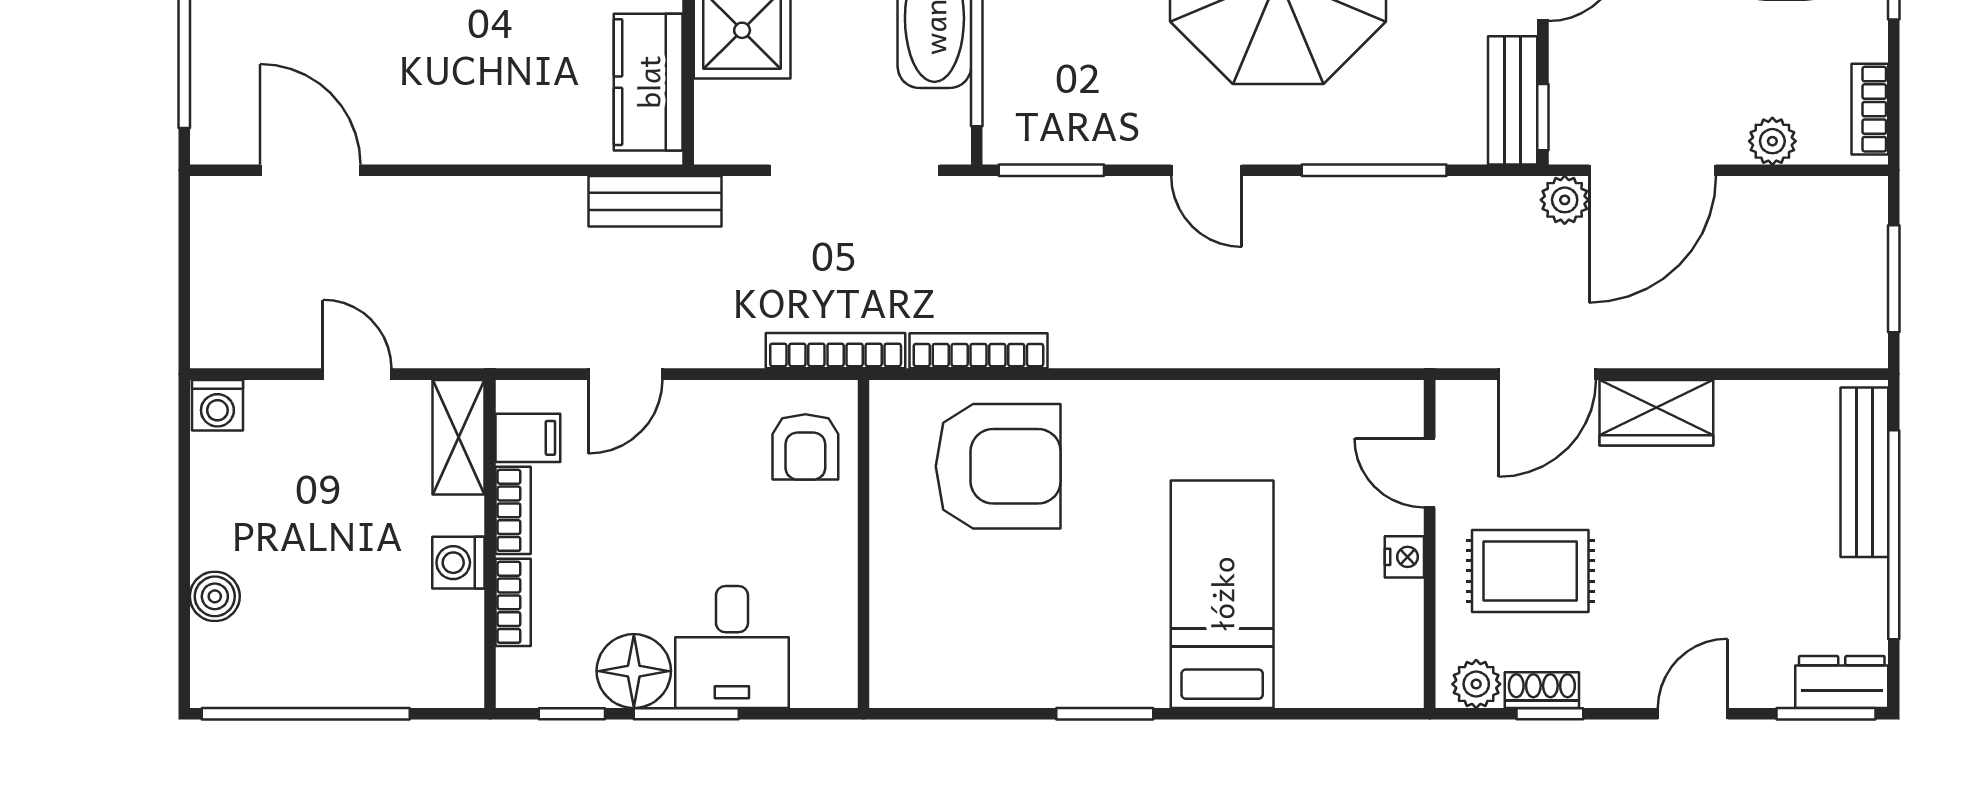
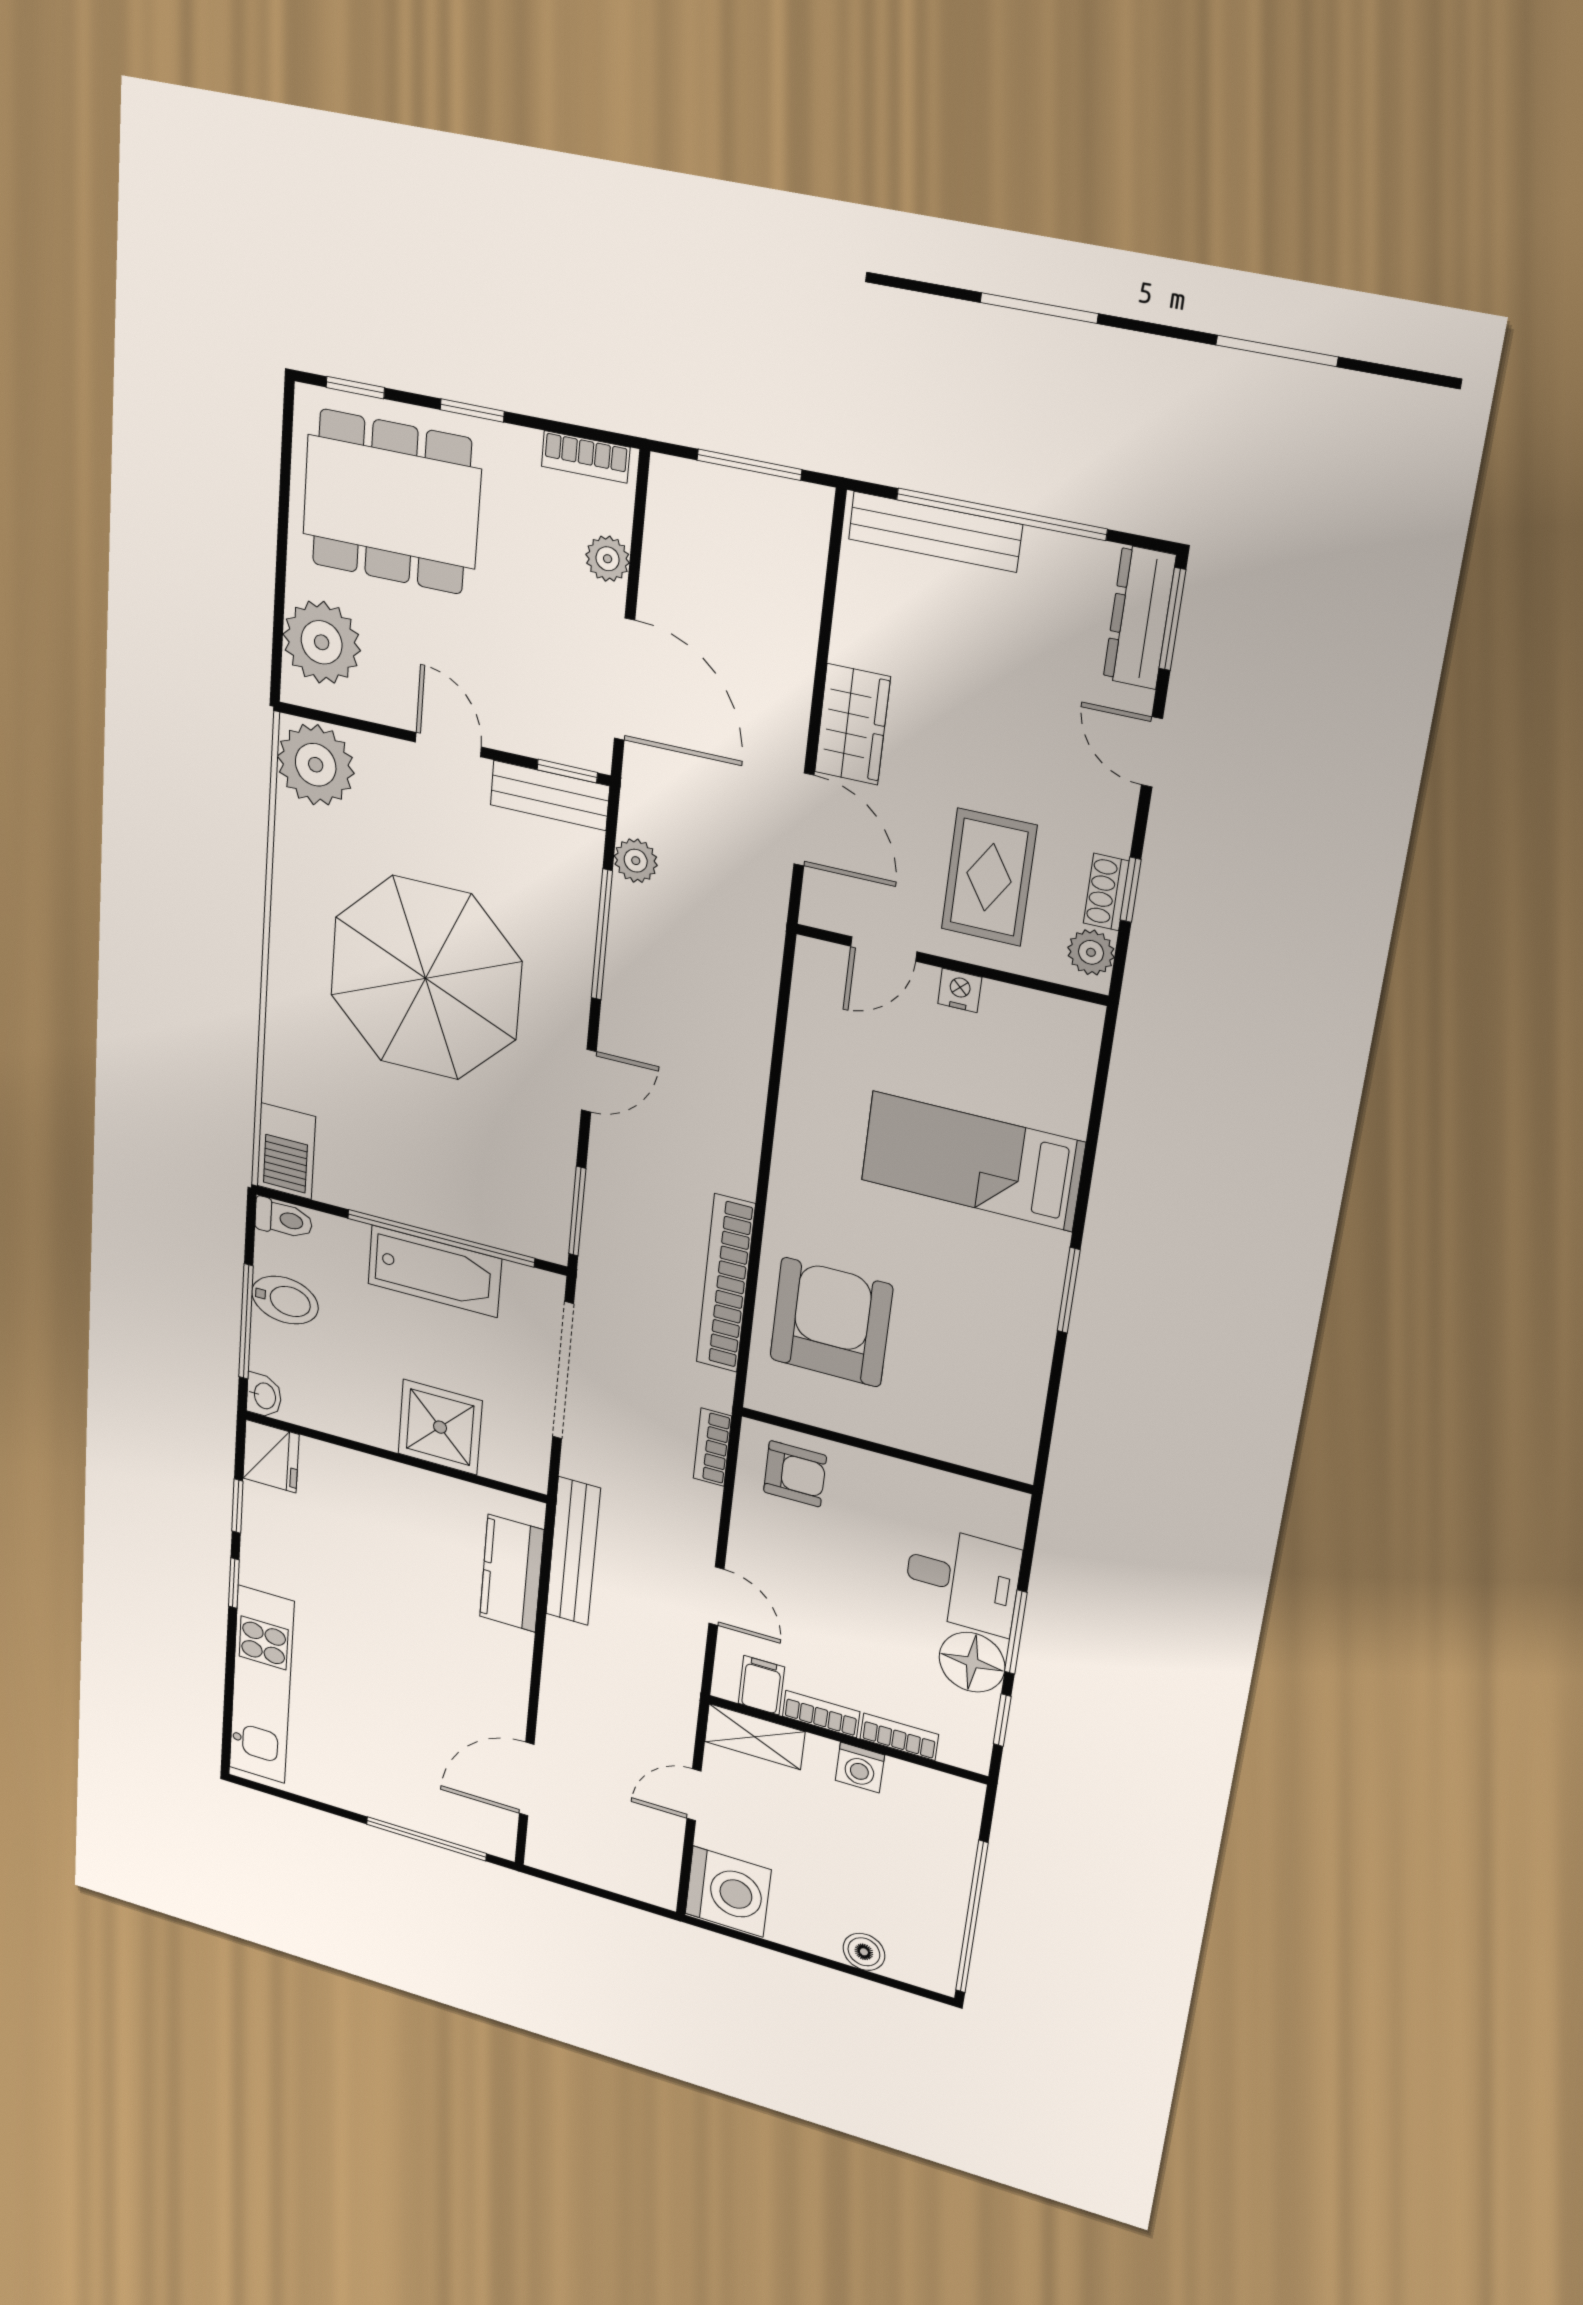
kitchen counter: (648, 82) -> (512, 1573), moved, turned 90
plant: (1565, 200) -> (636, 861), moved
bench: (655, 201) -> (573, 1551), width x1.36
bookcase: (836, 351) -> (712, 1447), width x0.64
bookcase: (978, 351) -> (726, 1283), width x1.48, depth x1.31
washing machine: (217, 405) -> (728, 1892), width x1.89, depth x1.89
dresser: (1842, 682) -> (1139, 617), width x1.44

